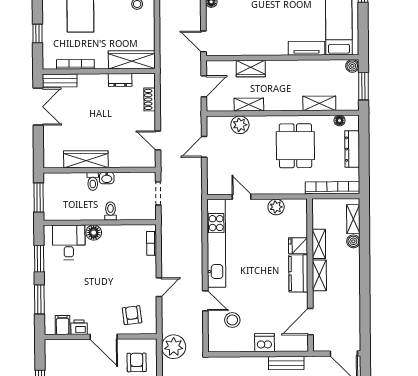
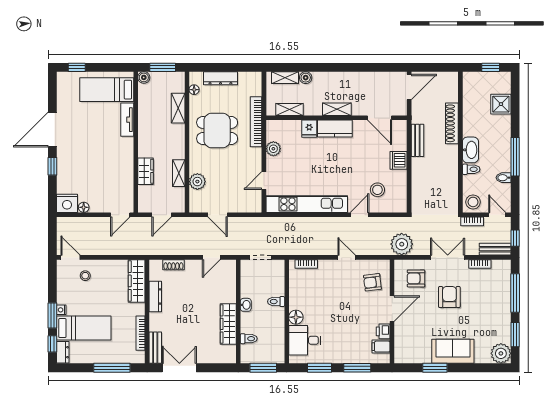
window: (38, 34) -> (112, 368), width x2.17
dresser: (120, 80) -> (155, 296), width x1.44
door: (204, 86) -> (162, 215), swing flipped
toilet: (93, 181) -> (249, 339), moved
bookcase: (332, 188) -> (256, 122), moved
shelving: (319, 244) -> (290, 110), moved

